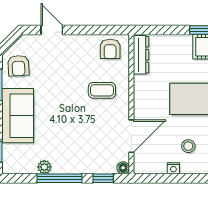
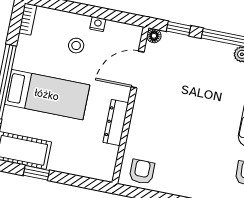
dresser: (141, 55) -> (116, 123), moved
coffee table: (102, 90) -> (160, 127), removed

